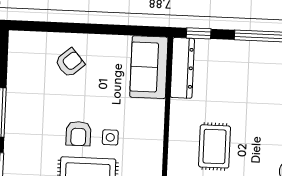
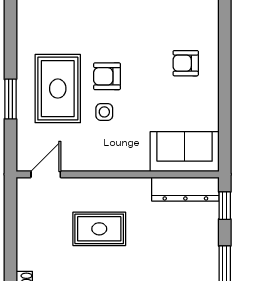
armchair: (70, 63) -> (186, 63), turned 131

